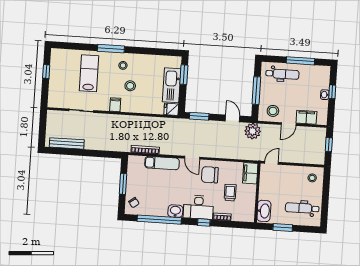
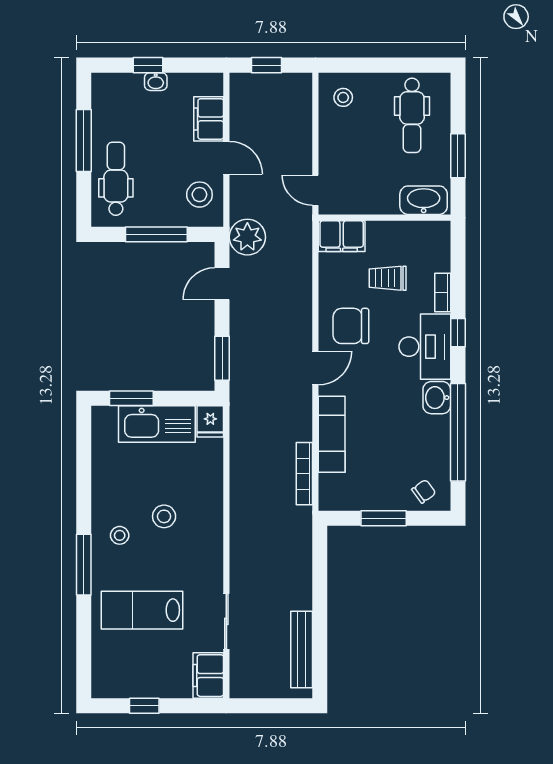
filing cabinet: (115, 105) -> (208, 676), moved, width x2.00
chair: (210, 175) -> (351, 326), turned 90

